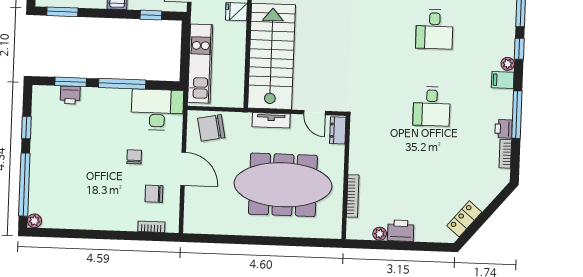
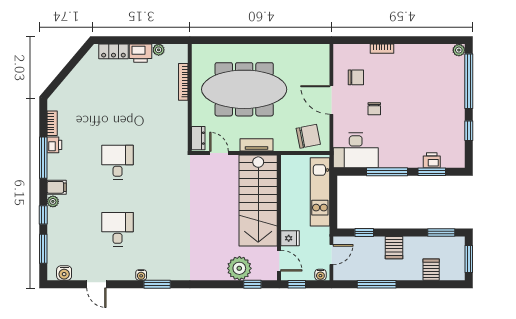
locker: (464, 219) -> (113, 51), moved, turned 50
bookcase: (151, 227) -> (382, 49), moved

